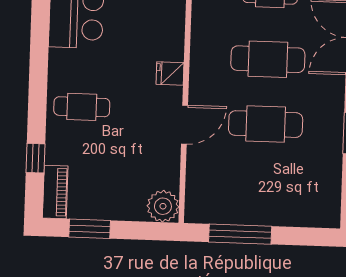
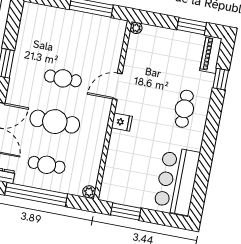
cafe table: (82, 107) -> (184, 109), turned 90
cafe table: (266, 124) -> (63, 78), width x0.73, depth x0.74
plant: (163, 206) -> (136, 28), width x0.53, depth x0.53

